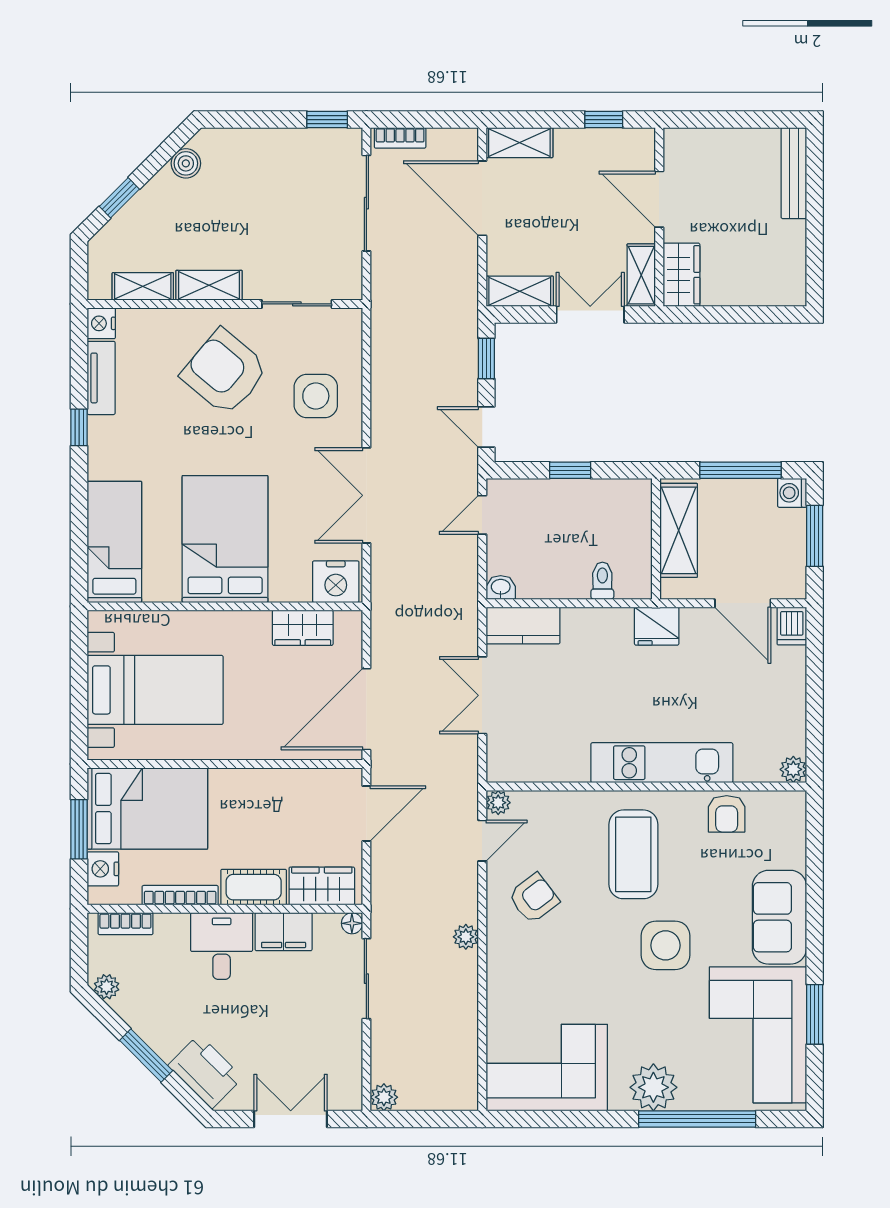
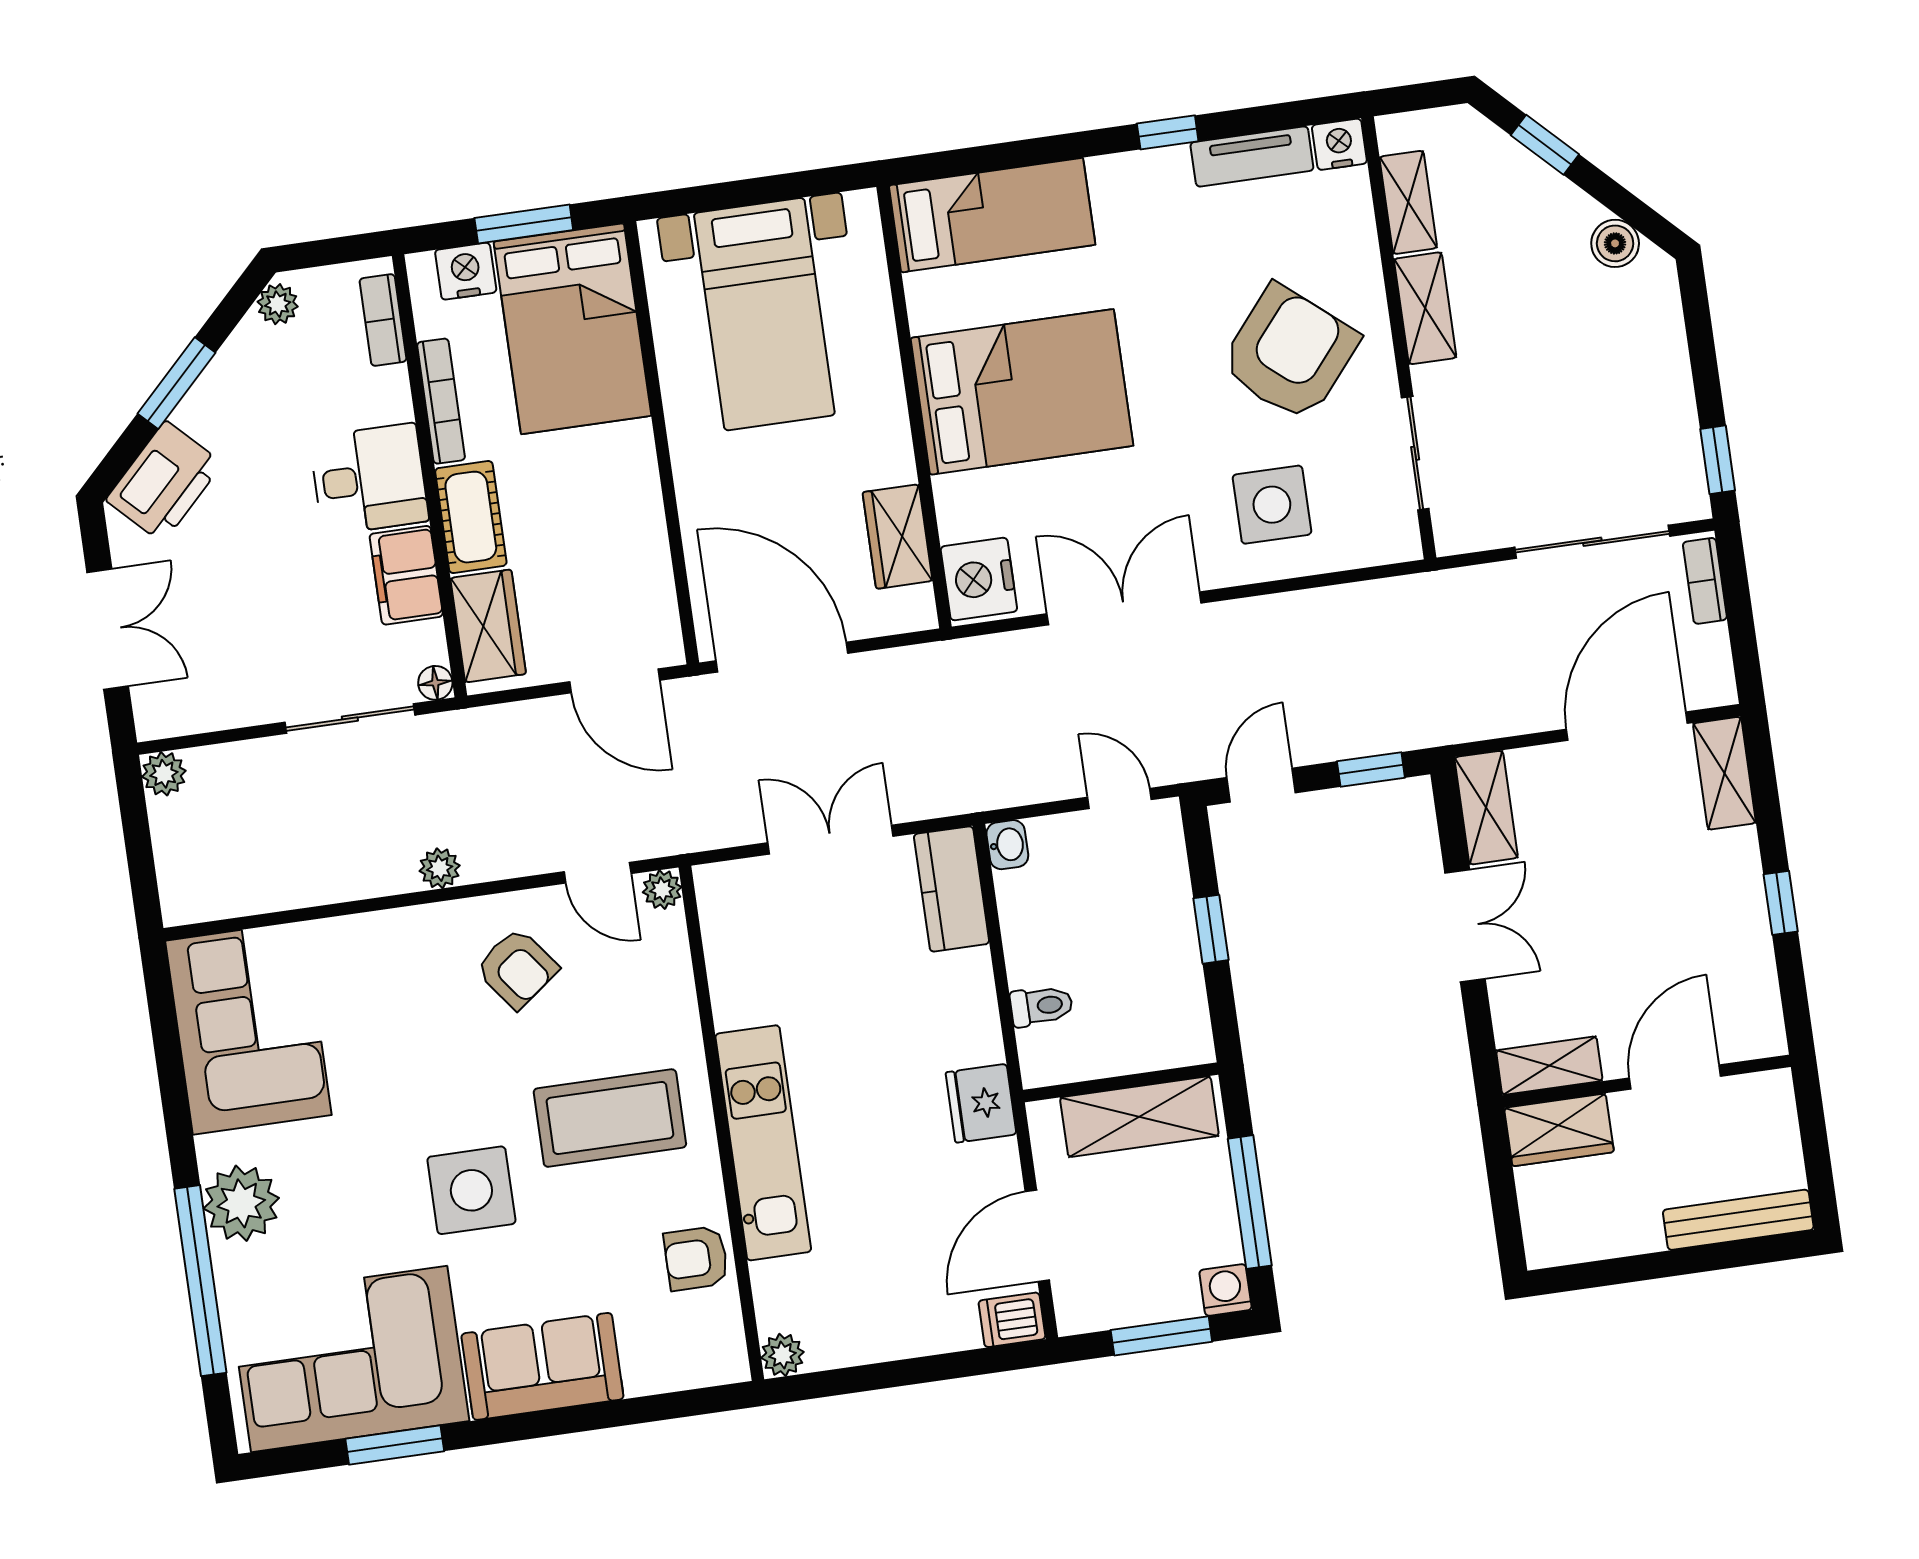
door: (659, 199) -> (1675, 1077), moved
wall: (659, 217) -> (1647, 1081), moved
shelving: (641, 275) -> (1549, 1066), moved
wardrobe: (681, 275) -> (1559, 1130), moved

